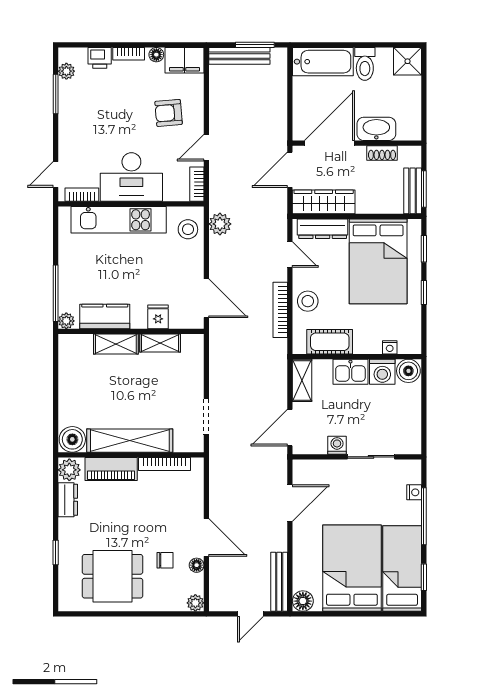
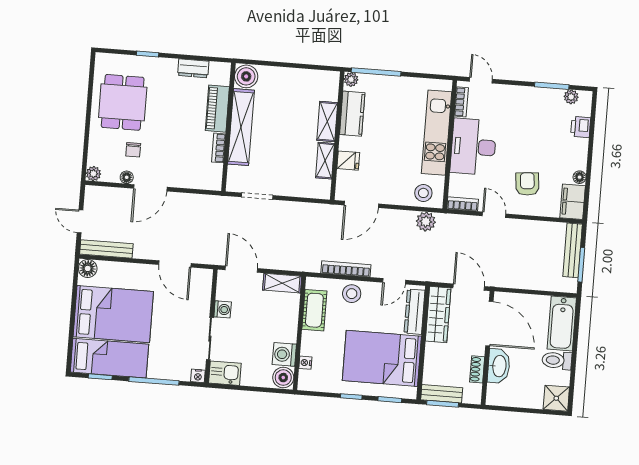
bookcase: (129, 54) -> (582, 153), removed
kitchen sink: (350, 372) -> (225, 373), moved, turned 90
bookcase: (165, 464) -> (219, 148), width x0.64
plant: (69, 470) -> (219, 72), removed
nightstand: (414, 492) -> (198, 376), moved

